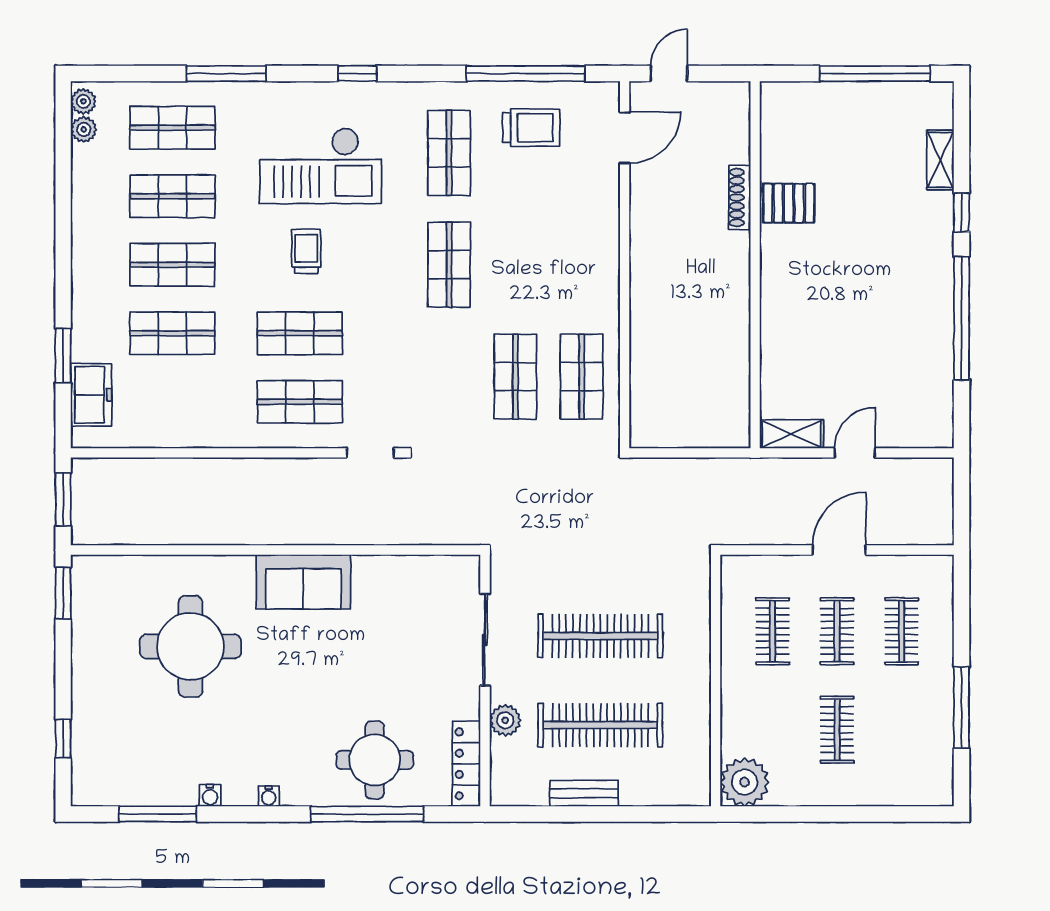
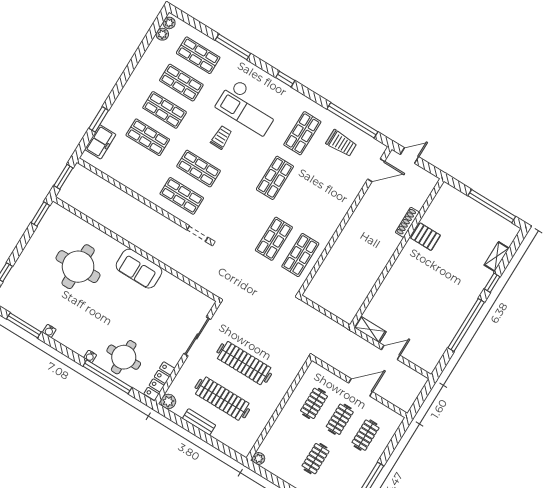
plant: (505, 720) -> (168, 401), moved
plant: (745, 782) -> (258, 458), width x0.53, depth x0.53
water cooler: (269, 796) -> (90, 356), moved

